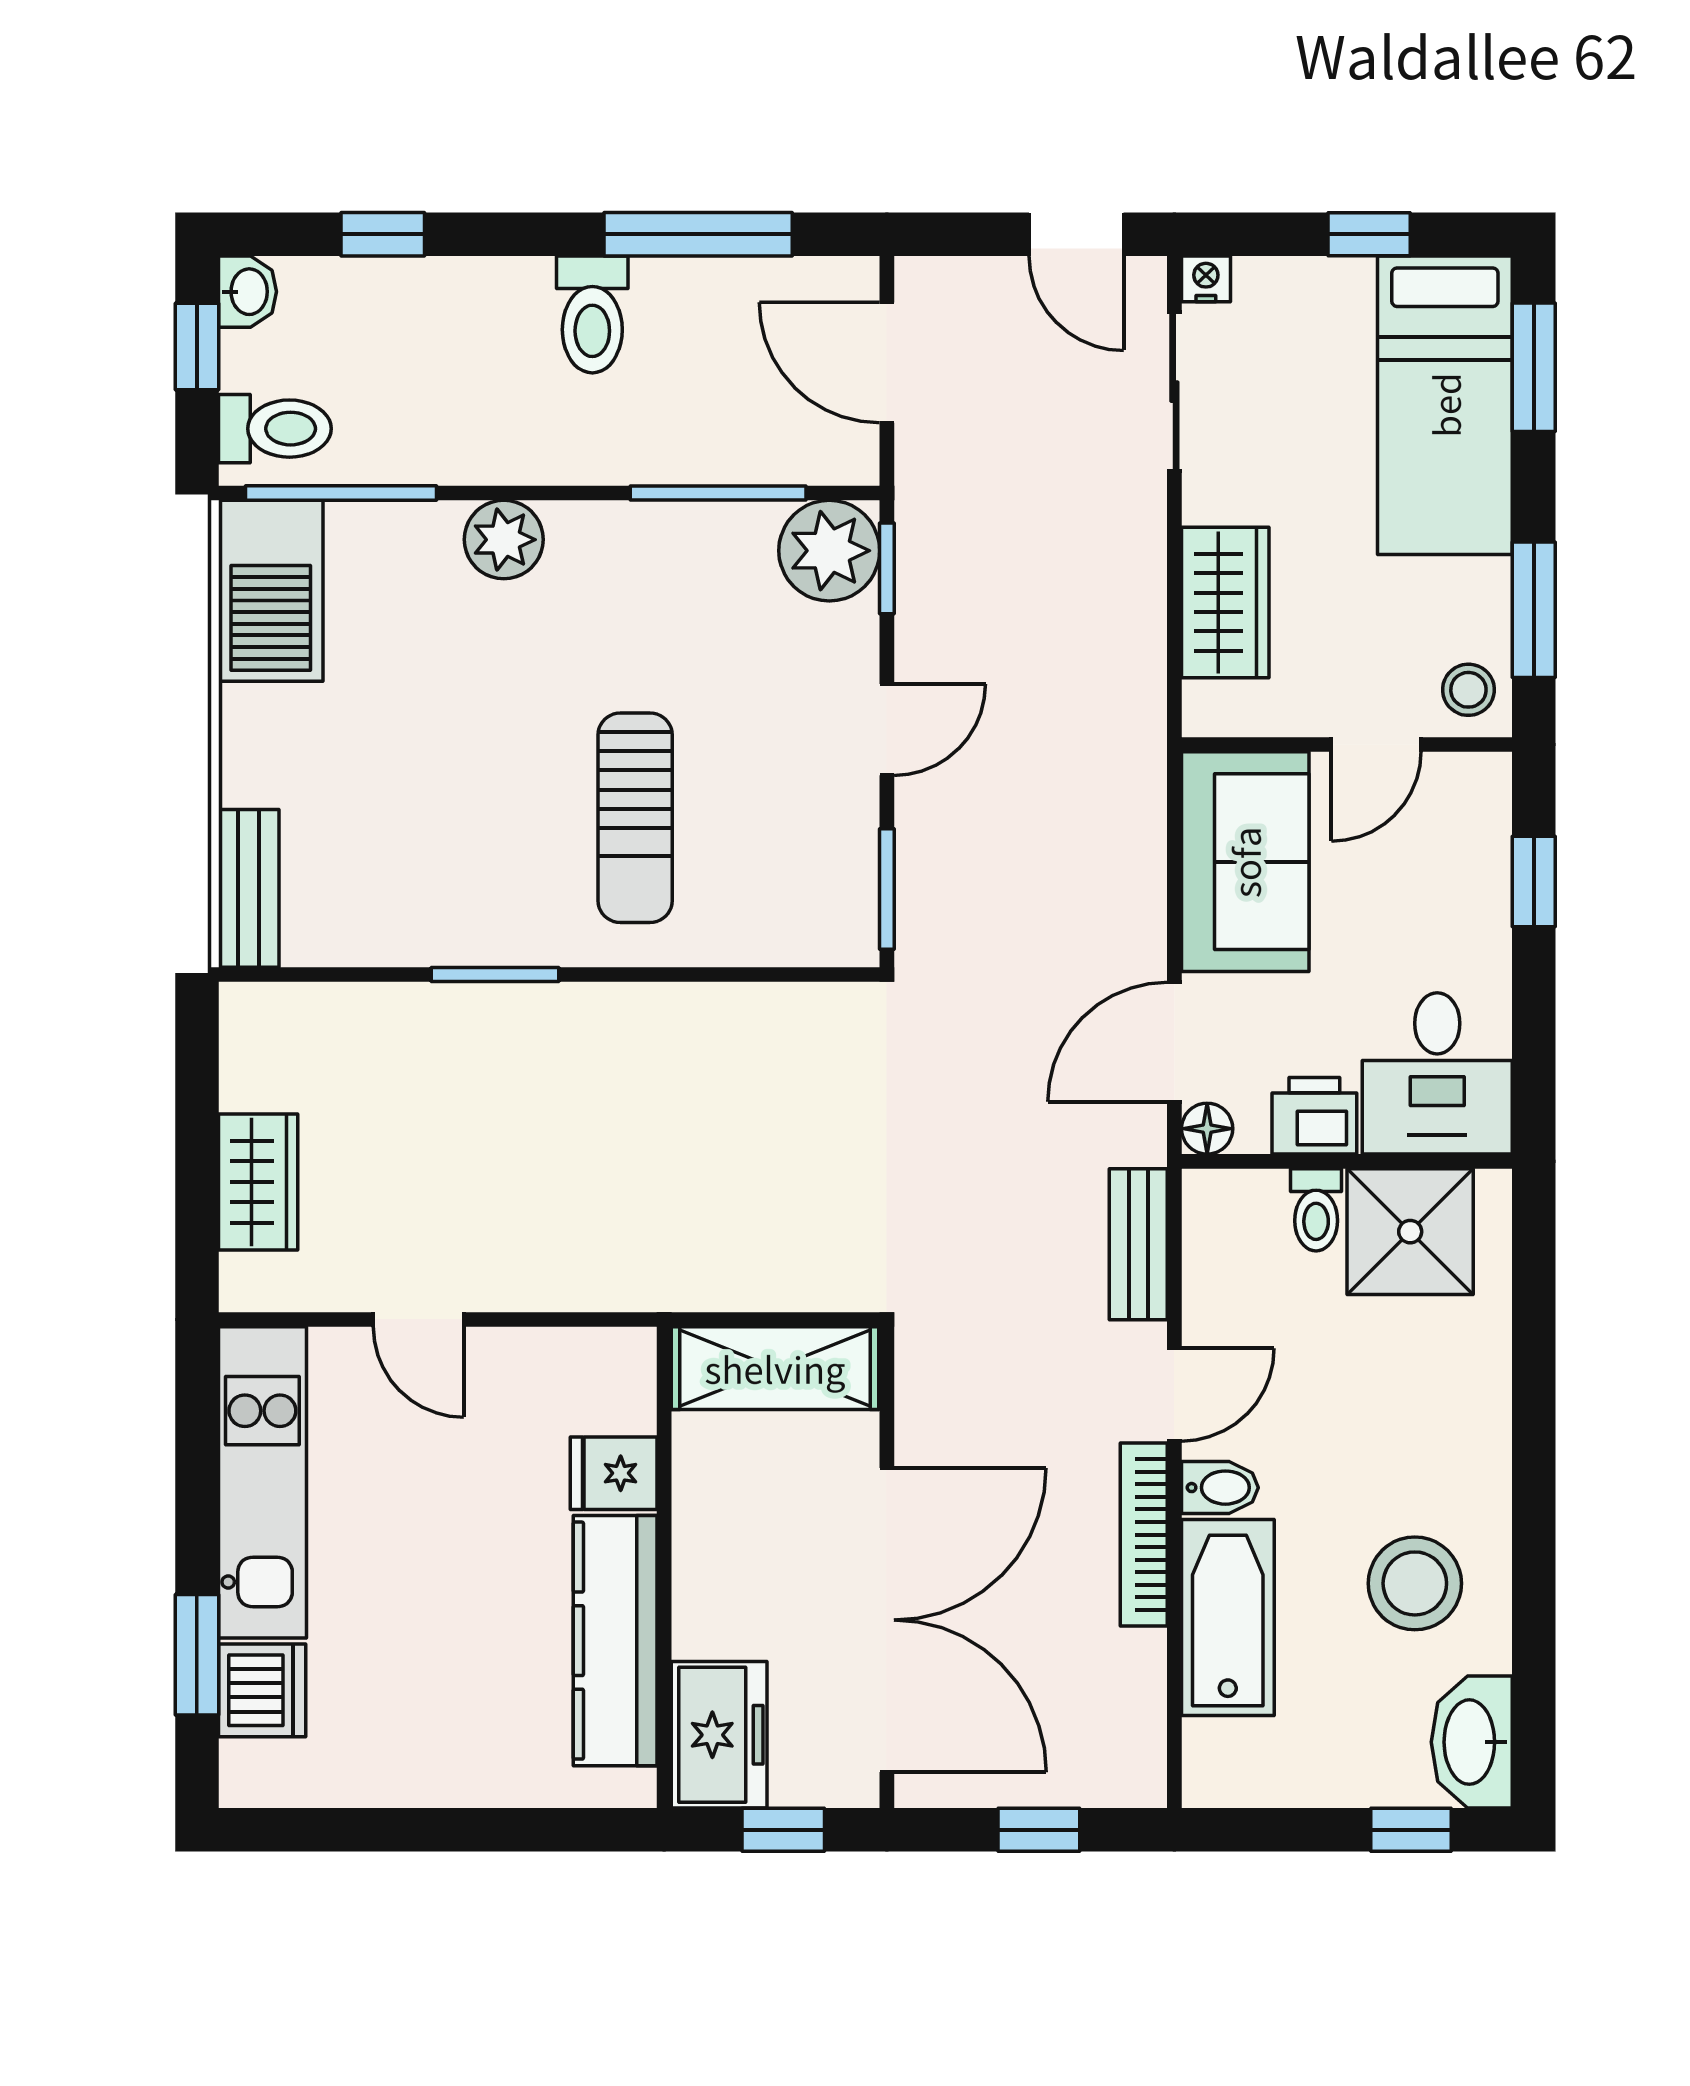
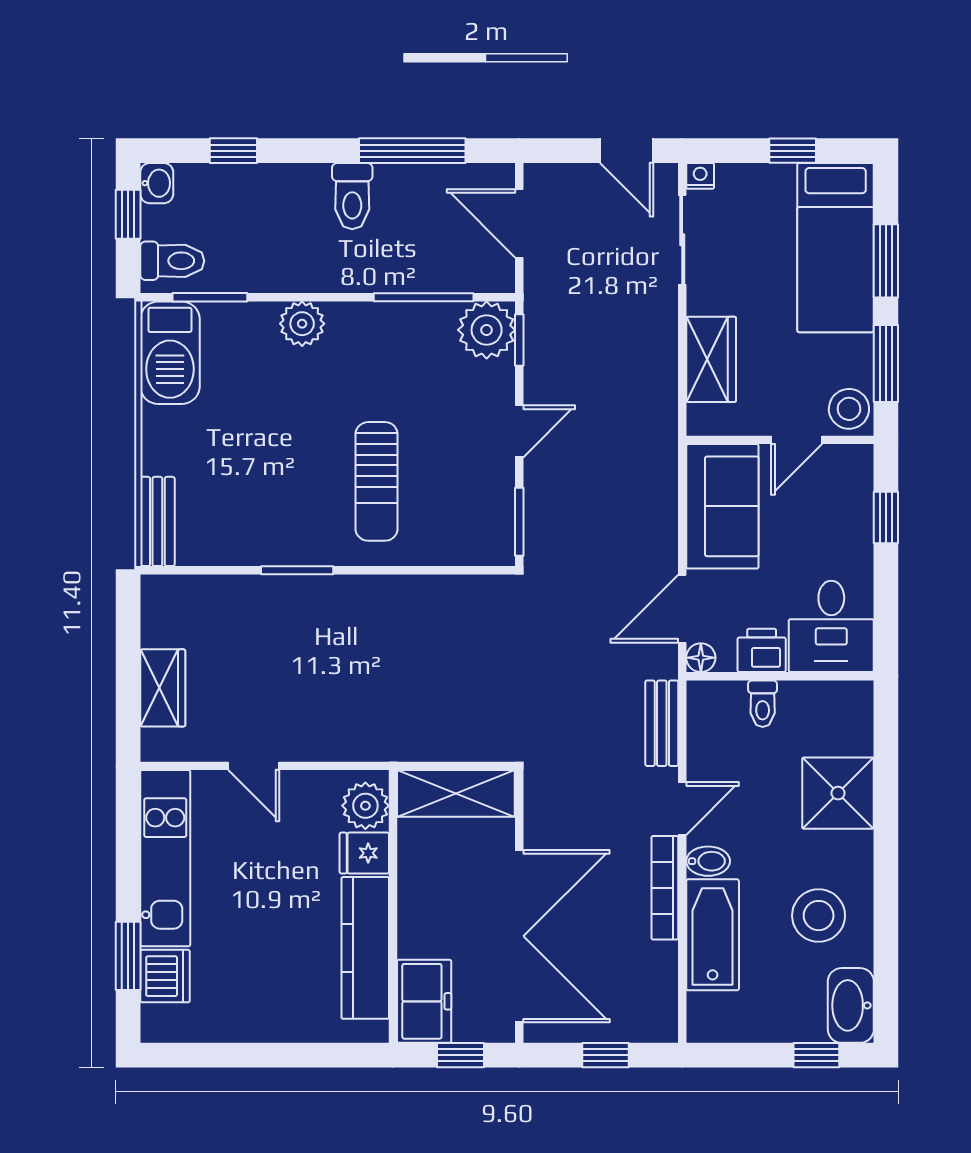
window: (1534, 367) -> (886, 261), moved
window: (341, 493) -> (210, 297), width x0.69
stool: (1468, 690) -> (849, 409), width x1.37, depth x1.37
shower: (1410, 1232) -> (838, 793), moved
plant: (616, 1390) -> (365, 806), added

